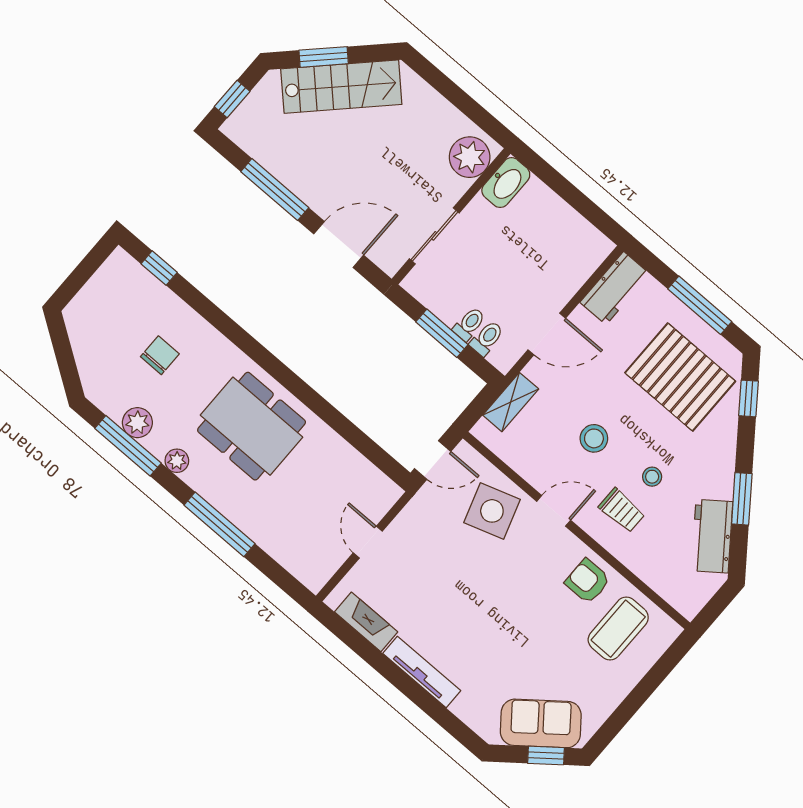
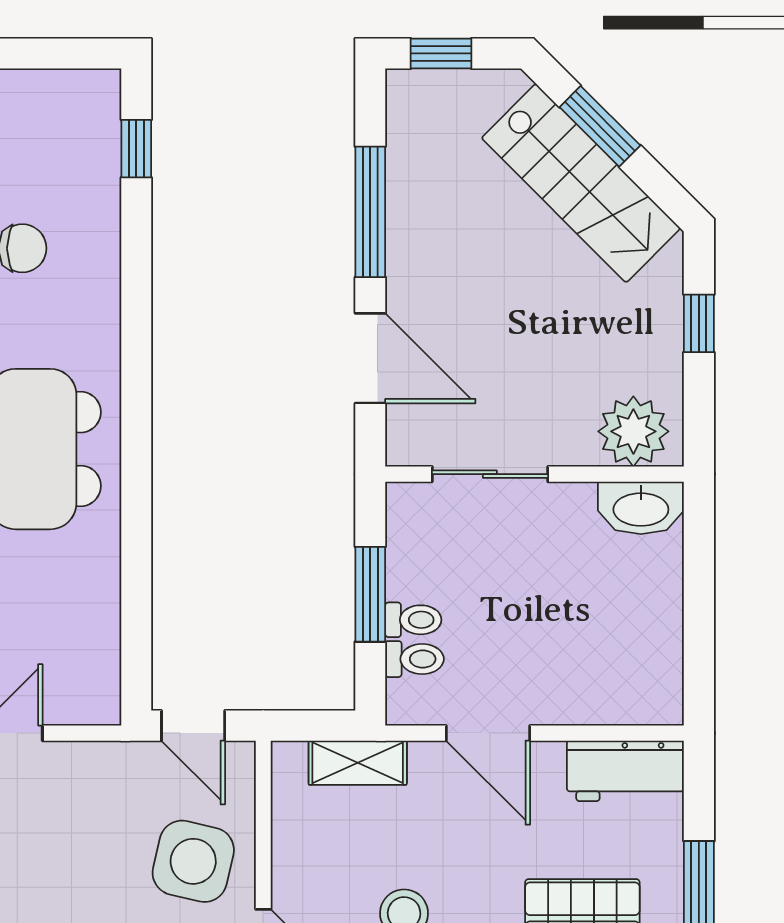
window: (447, 88) -> (699, 323), added
side table: (492, 511) -> (193, 861), turned 31

